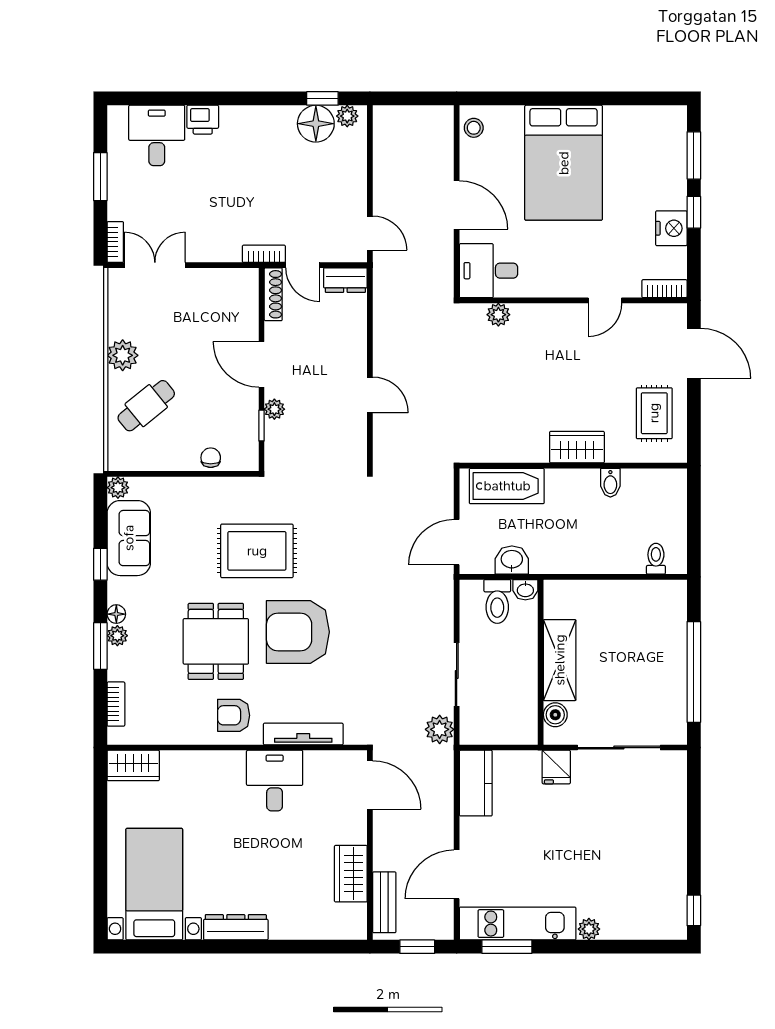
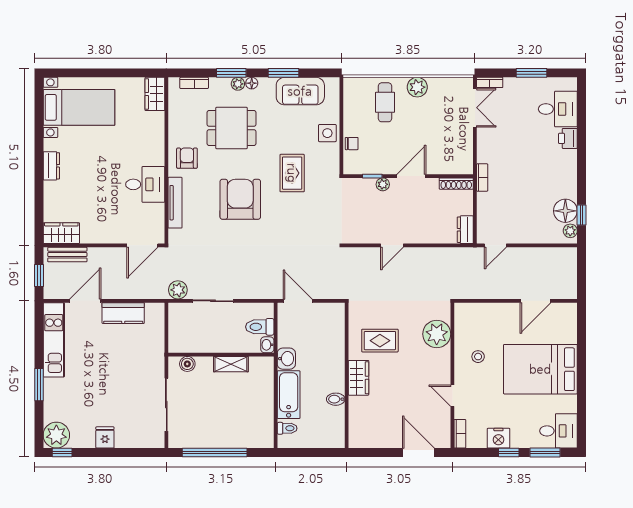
stool: (474, 128) -> (478, 357), moved
door: (457, 205) -> (536, 301), moved
door: (303, 265) -> (475, 202), removed
desk: (488, 271) -> (559, 431), moved, turned 90
plant: (498, 315) -> (437, 334), width x1.88, depth x1.88
door: (694, 353) -> (418, 452), swing flipped
cafe table: (146, 406) -> (385, 102), turned 39
rug: (654, 413) -> (380, 341), moved
bathtub: (507, 486) -> (289, 395), moved, turned 180
plant: (118, 488) -> (333, 84), removed
side table: (194, 496) -> (327, 133), added
rug: (257, 551) -> (292, 173), width x0.73, depth x0.70
washbasin: (512, 560) -> (286, 359), moved
window: (100, 564) -> (284, 73), width x1.50
dining table: (216, 641) -> (231, 128), moved
shelving: (560, 660) -> (231, 364), width x0.67, depth x0.75
fridge: (556, 767) -> (105, 437), moved, turned 90
kitchen counter: (476, 783) -> (123, 313), moved
wardrobe: (351, 874) -> (61, 233), moved
door: (457, 874) -> (85, 301), hinge flipped
dresser: (236, 927) -> (51, 166), width x0.70
plant: (589, 929) -> (56, 435), moved, width x1.88, depth x1.88
window: (507, 947) -> (39, 385), moved

